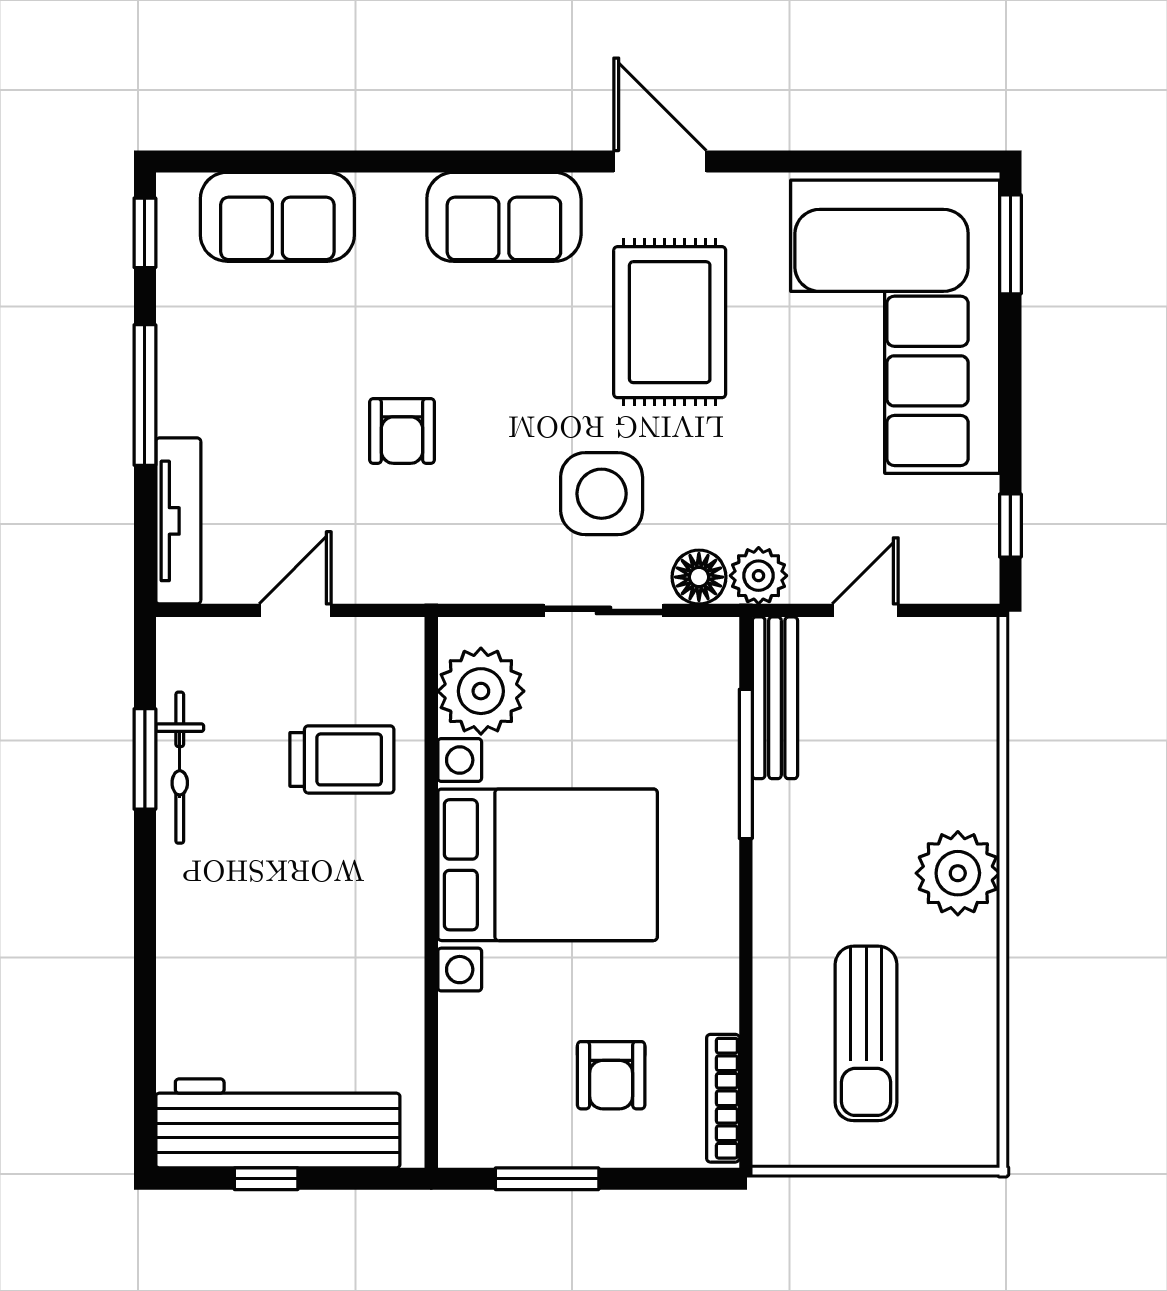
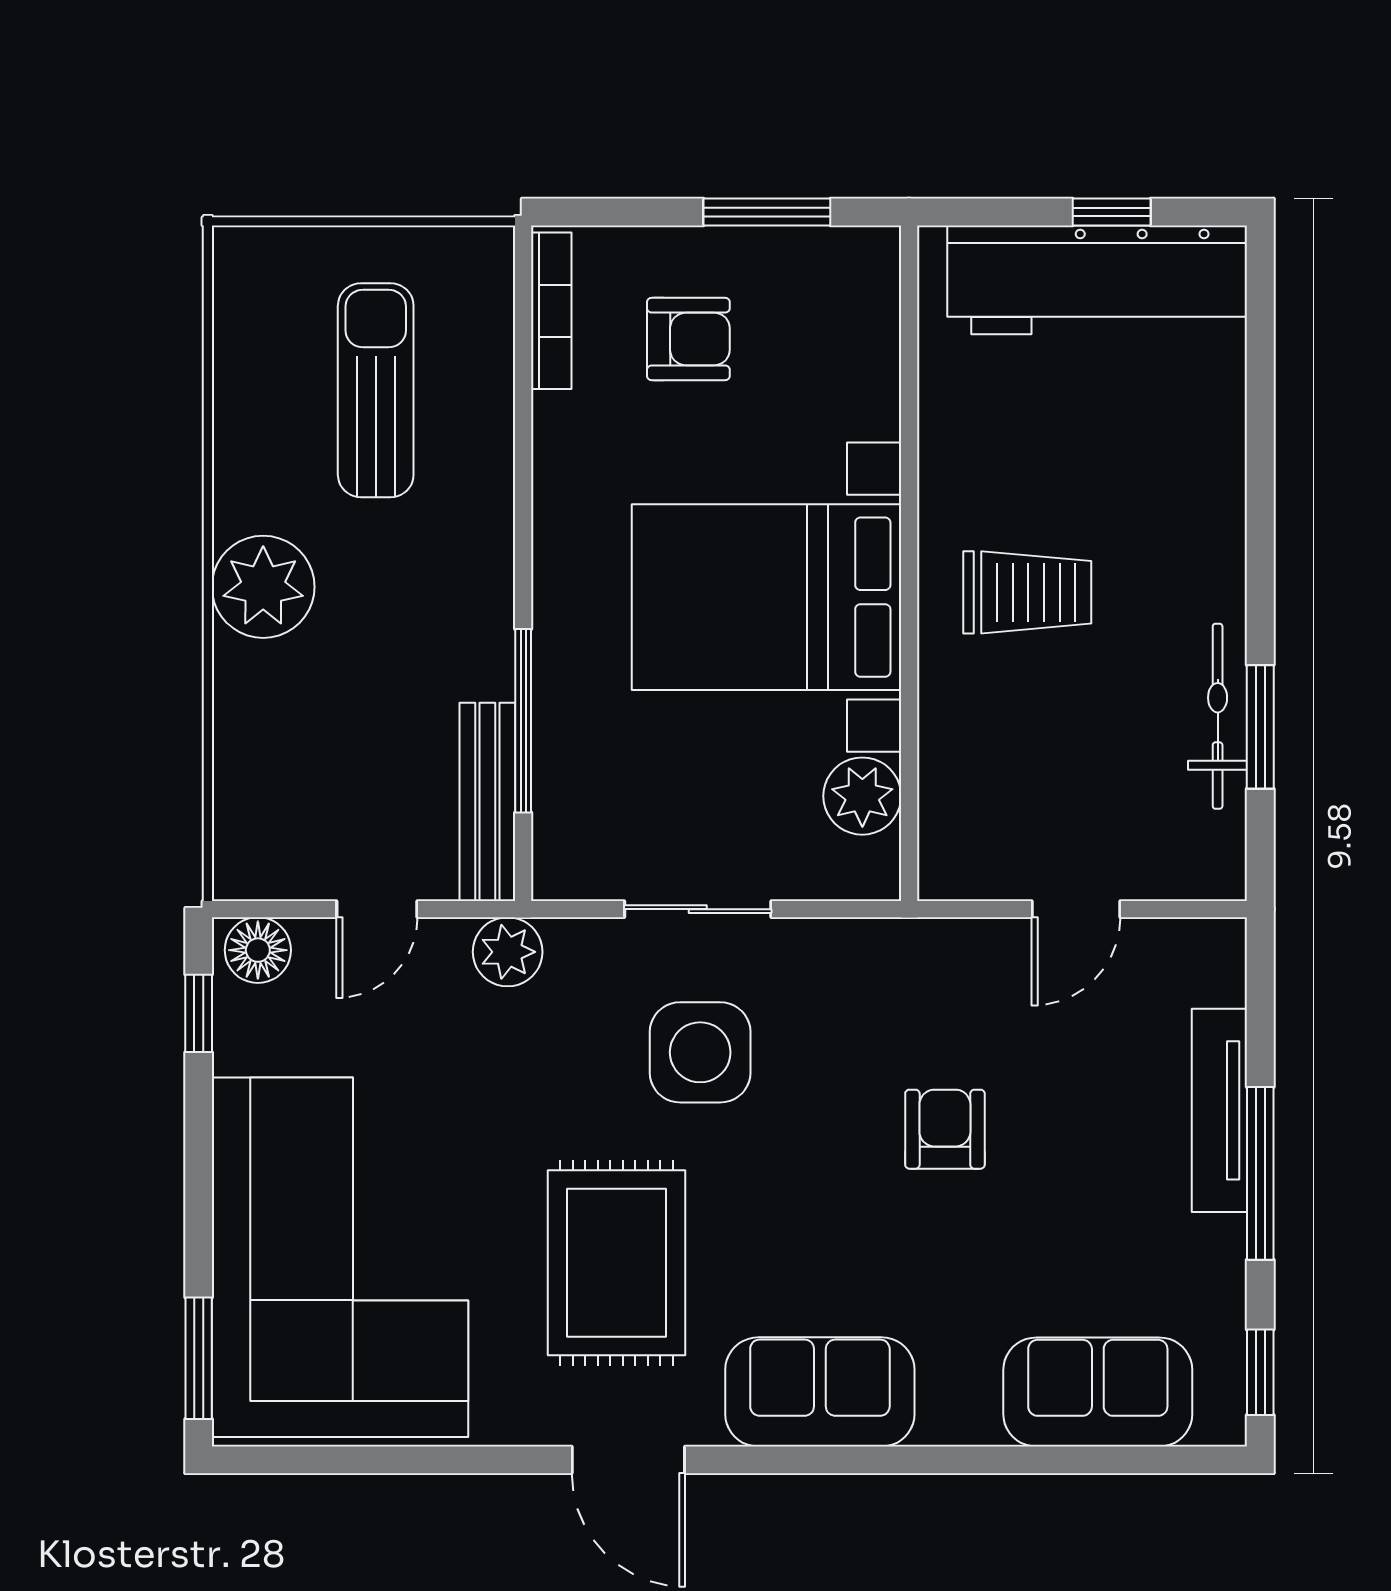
tv unit: (178, 521) -> (1219, 1110), moved
floor lamp: (699, 577) -> (258, 950), moved
plant: (481, 691) -> (862, 796), width x0.73, depth x0.73
trolley: (342, 759) -> (1027, 592), moved, turned 180
armchair: (611, 1075) -> (688, 339), turned 90

